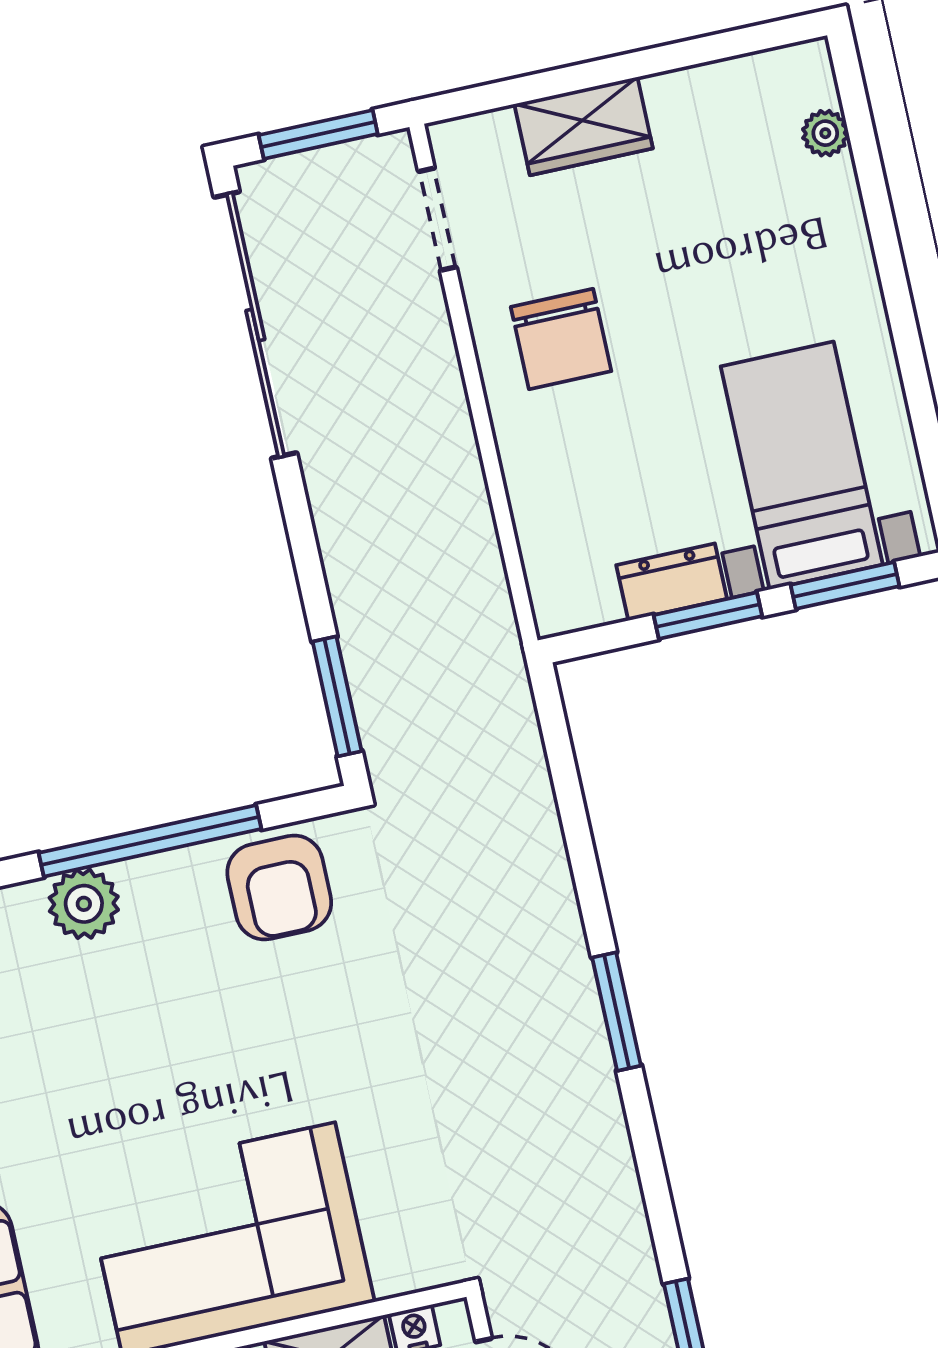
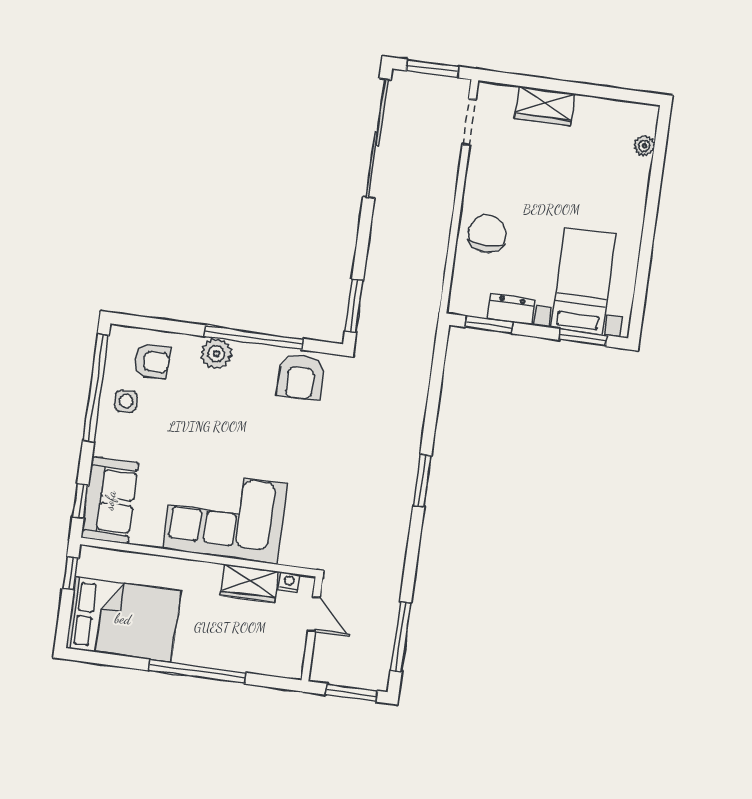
chair: (561, 339) -> (487, 234), moved, turned 180
window: (708, 616) -> (489, 325), moved

